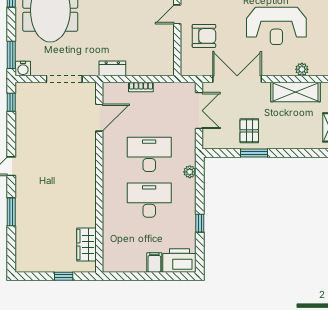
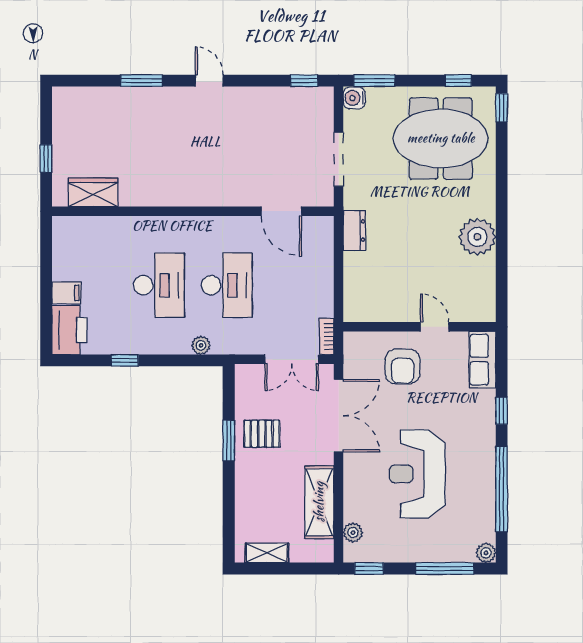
plant: (302, 69) -> (353, 533), moved
bookcase: (141, 87) -> (327, 336), moved

